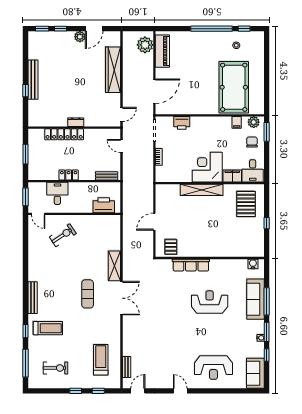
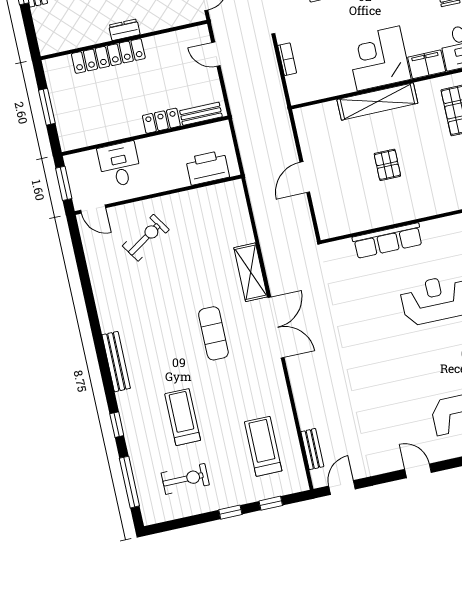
locker: (69, 175) -> (161, 121), moved
pallet: (171, 247) -> (387, 165), moved
treadmill: (48, 328) -> (183, 417), moved, turned -90

